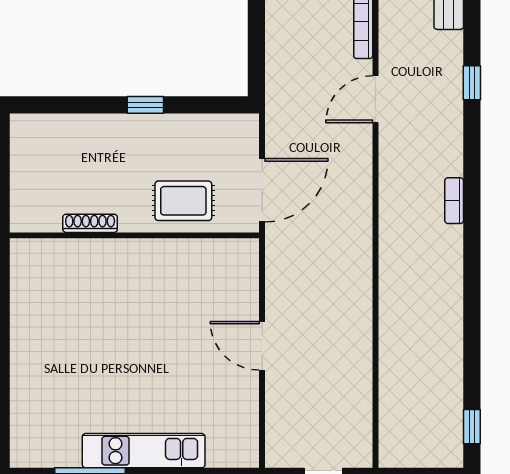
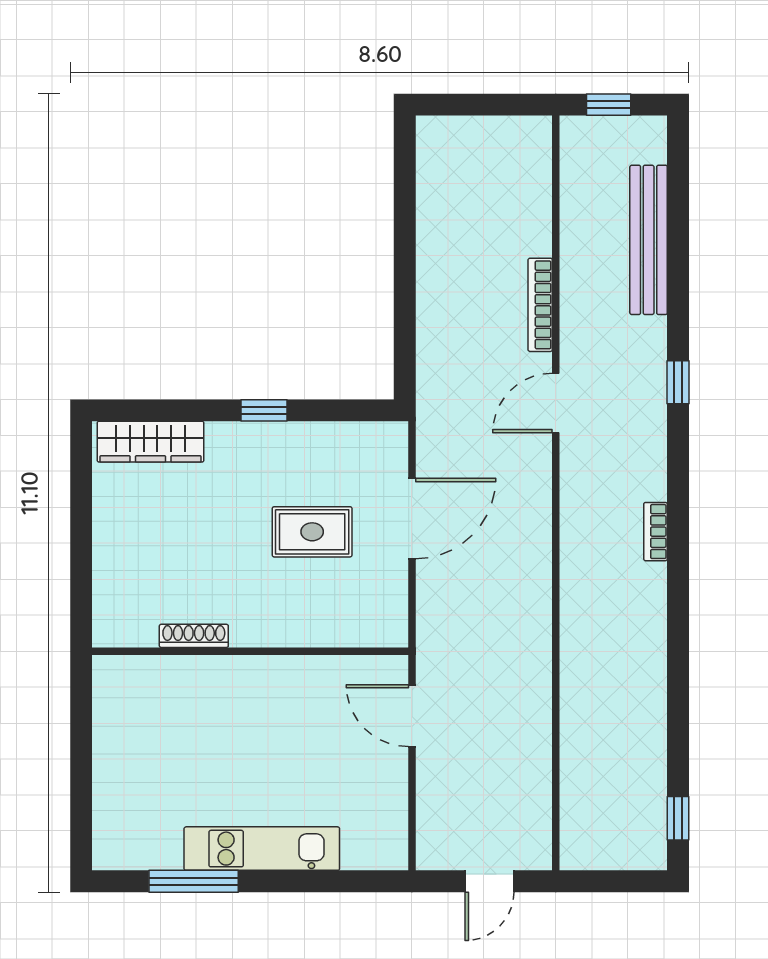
wardrobe: (56, 130) -> (150, 442), added
shoe rack: (90, 223) -> (194, 636), moved
wall: (134, 235) -> (250, 651), moved

